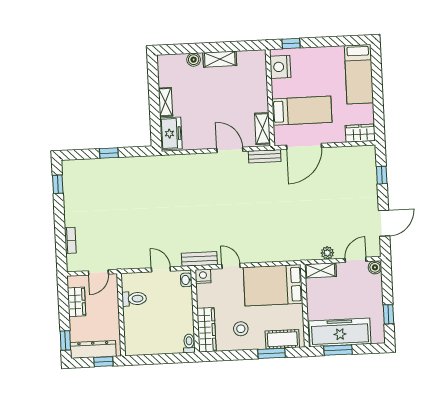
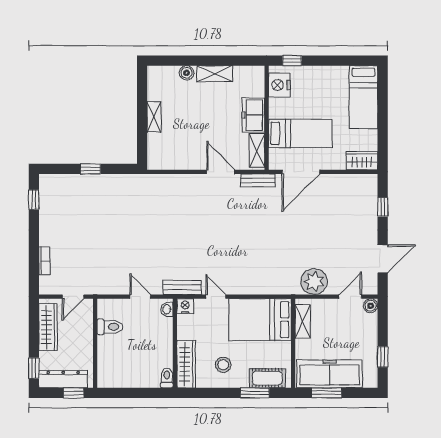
freezer: (171, 133) -> (253, 115), moved, turned 180
plant: (327, 253) -> (314, 282), width x1.88, depth x1.88
shelving: (320, 270) -> (303, 321), moved, turned 90
wardrobe: (77, 302) -> (48, 327), width x1.50

